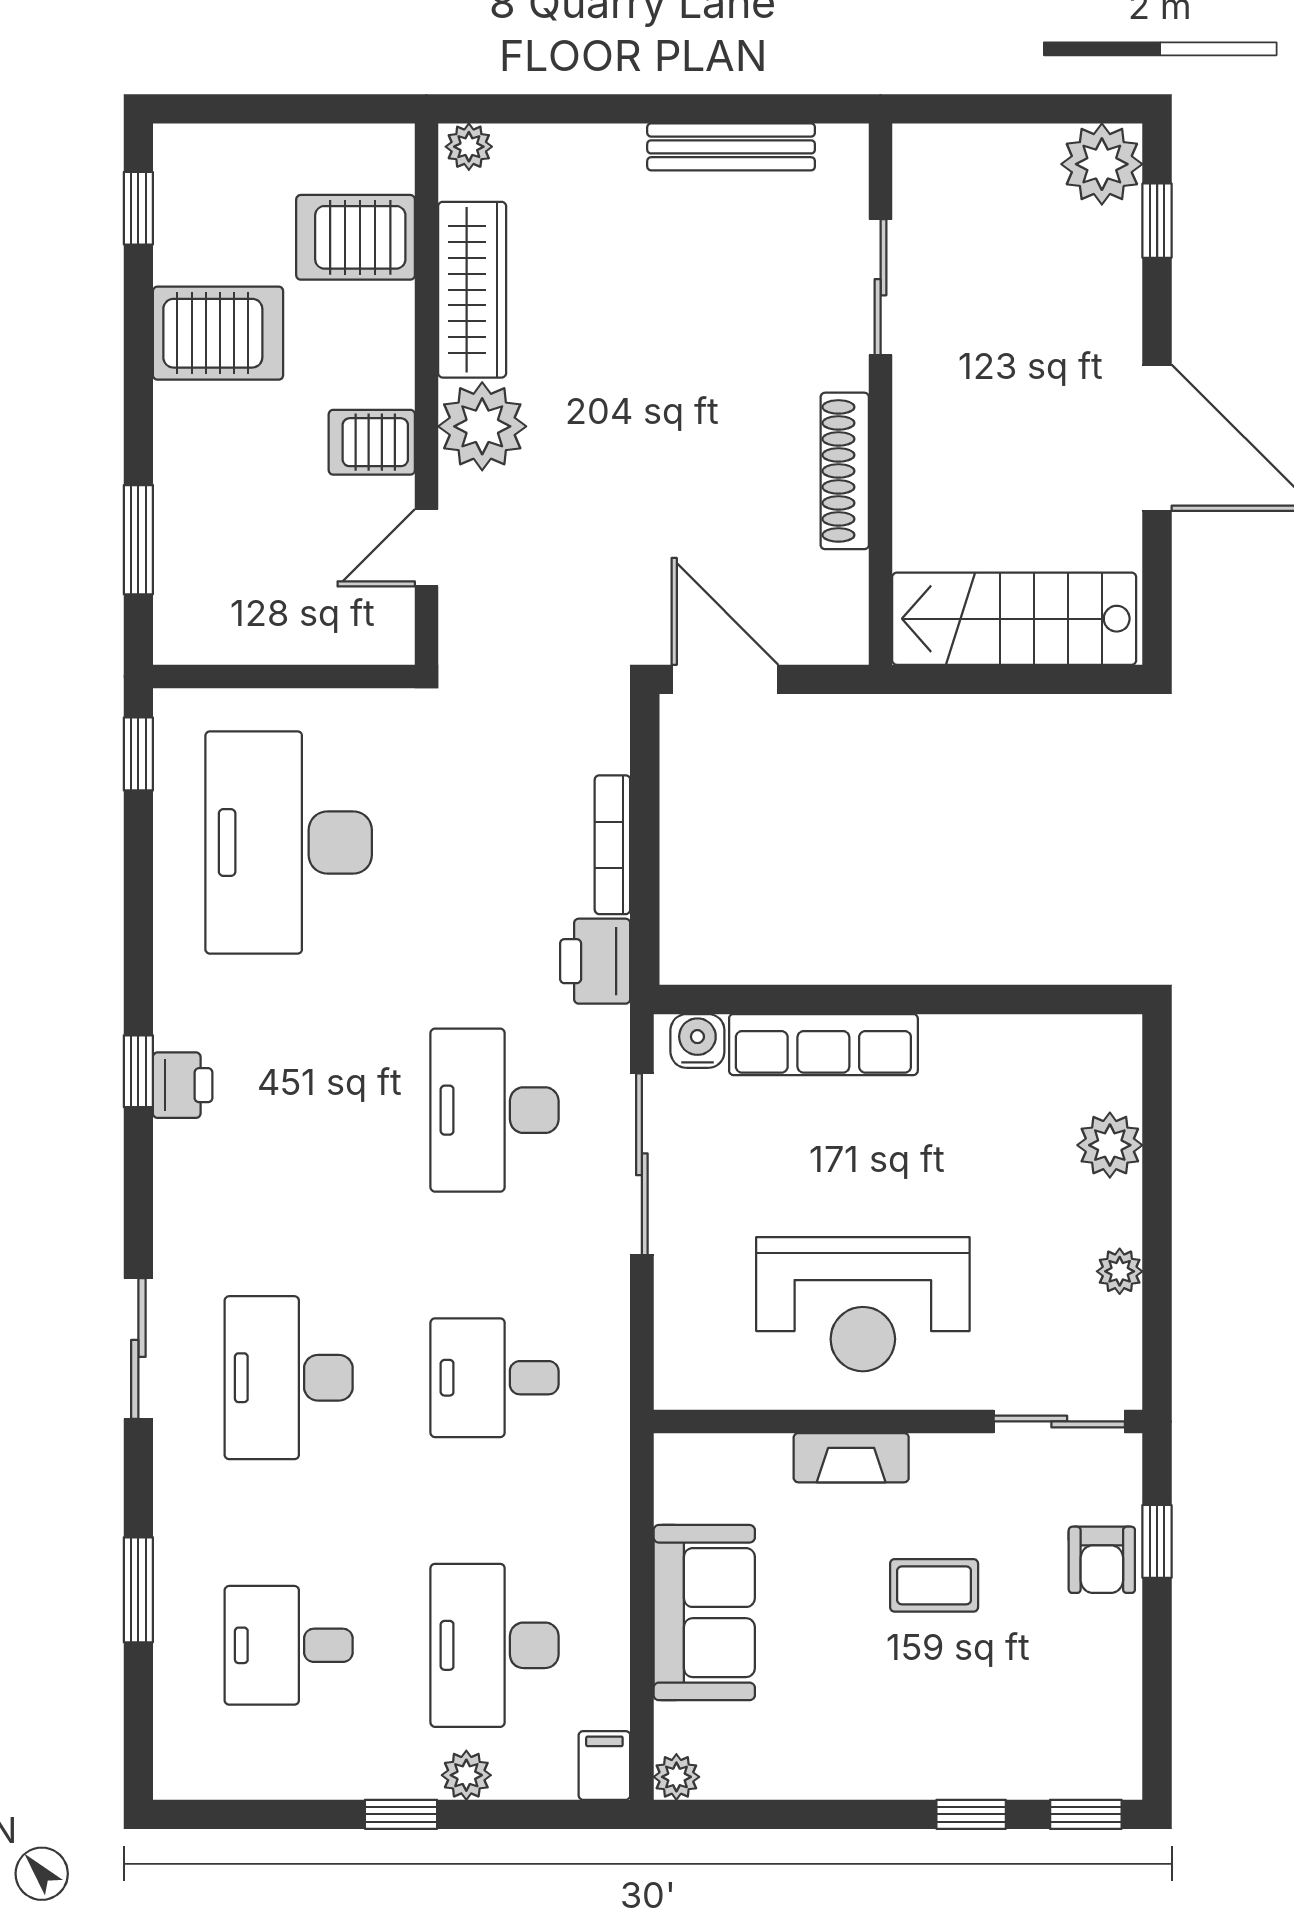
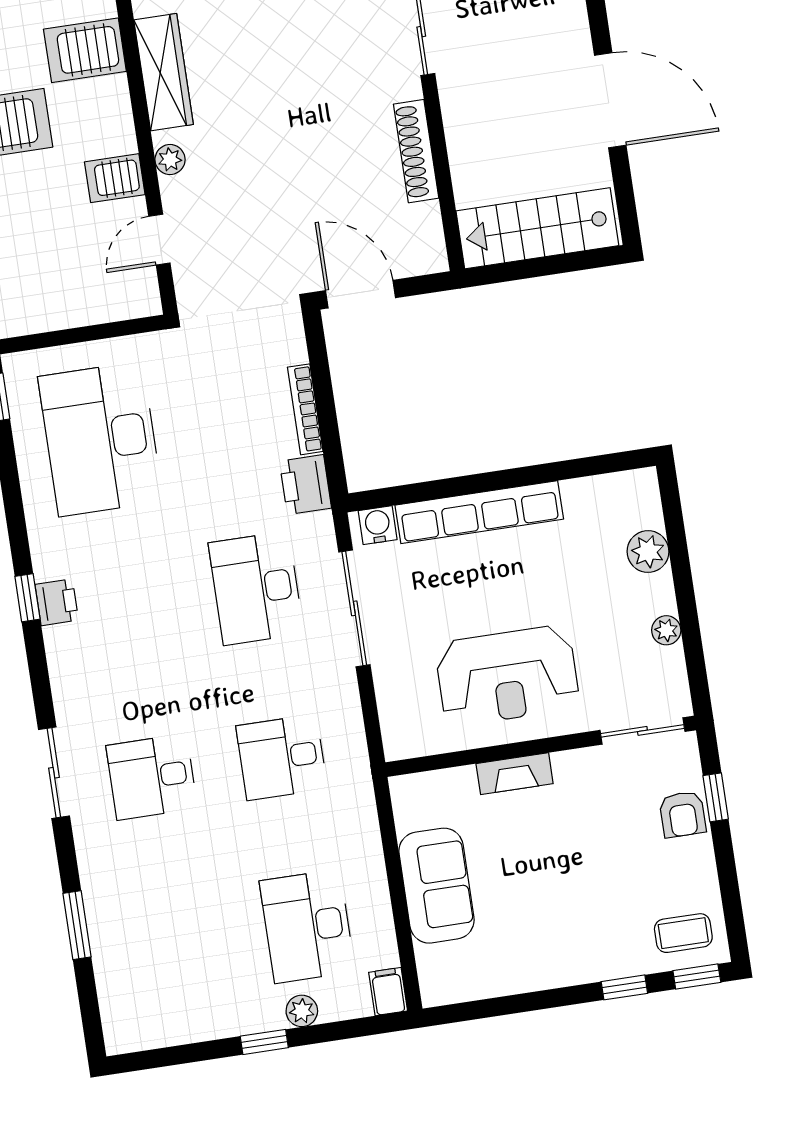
plant: (482, 426) -> (170, 160), width x0.53, depth x0.53
row of seats: (823, 1045) -> (479, 512), width x1.36
desk: (289, 1378) -> (152, 777), width x0.73
coffee table: (934, 1585) -> (683, 933), moved
desk: (289, 1645) -> (177, 946), removed
plant: (676, 1777) -> (435, 992), removed

